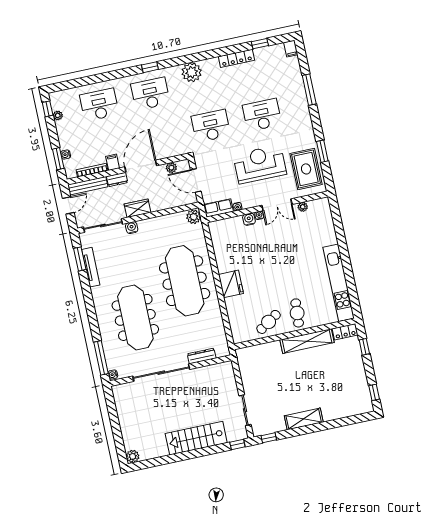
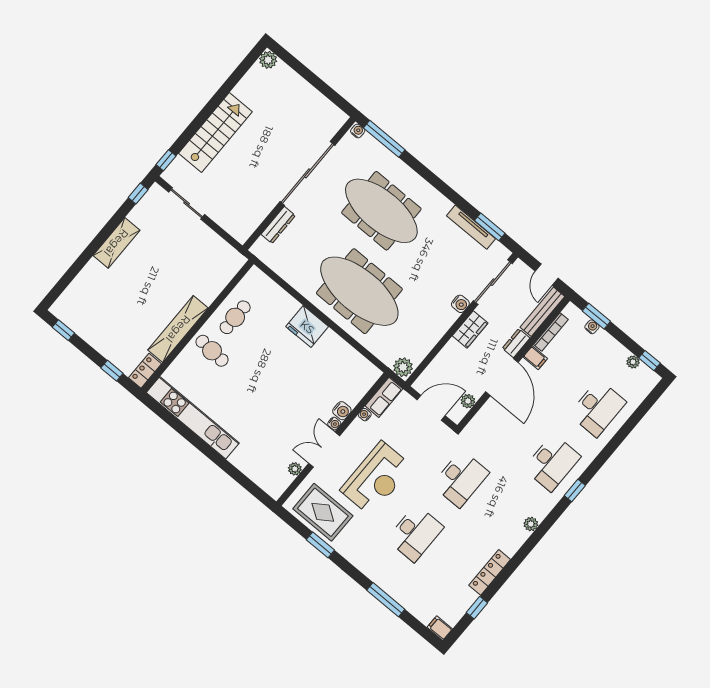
plant: (192, 72) -> (531, 524), width x0.53, depth x0.53
cafe table: (269, 322) -> (235, 317), turned 33

